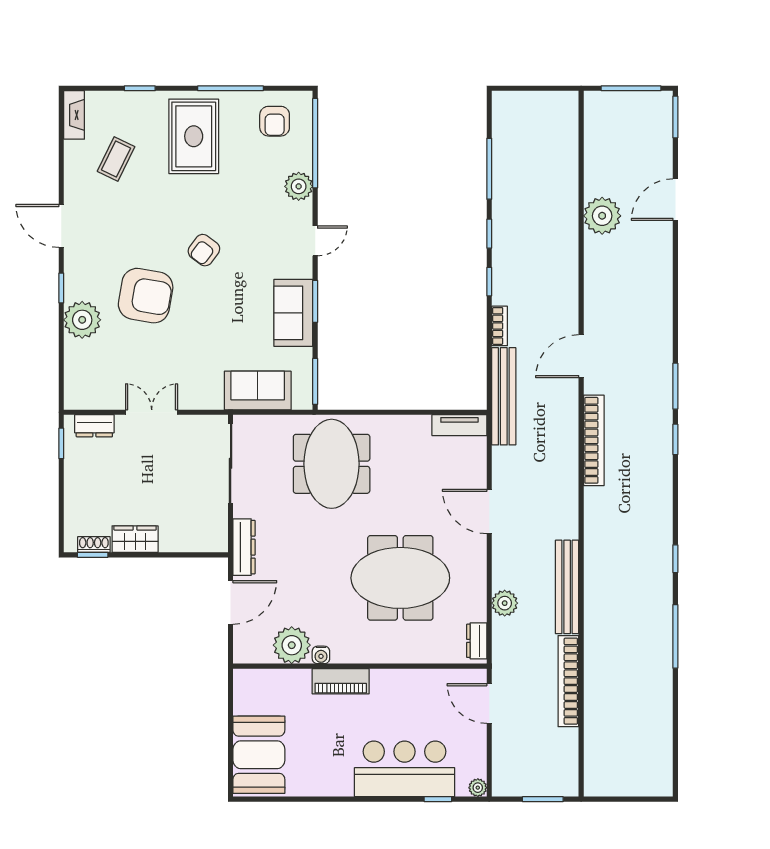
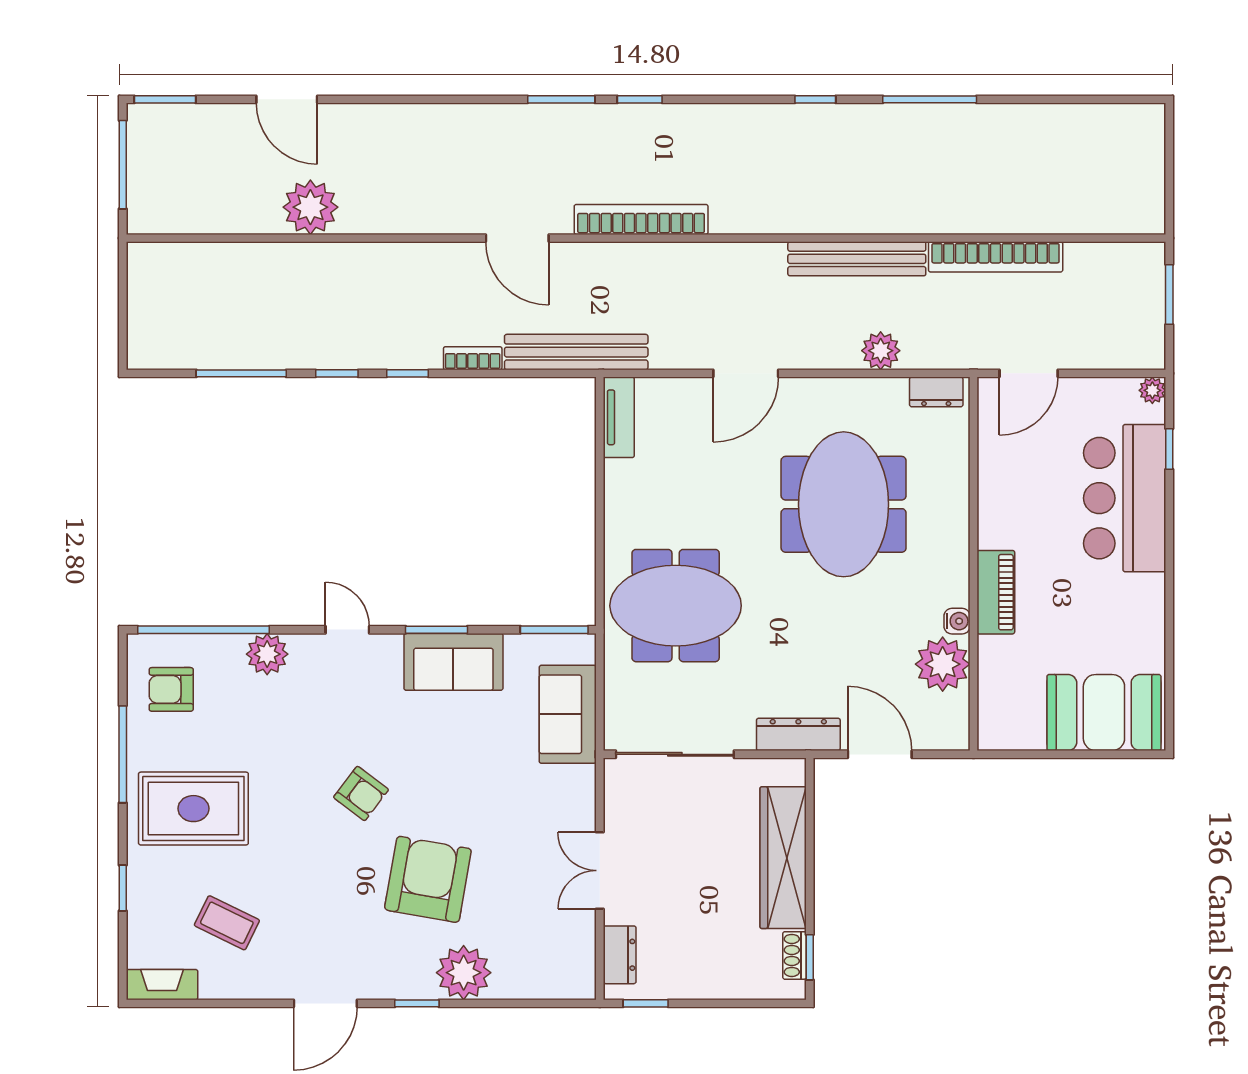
armchair: (275, 121) -> (171, 689), turned 180
wardrobe: (135, 539) -> (783, 858), width x2.10, depth x1.17

